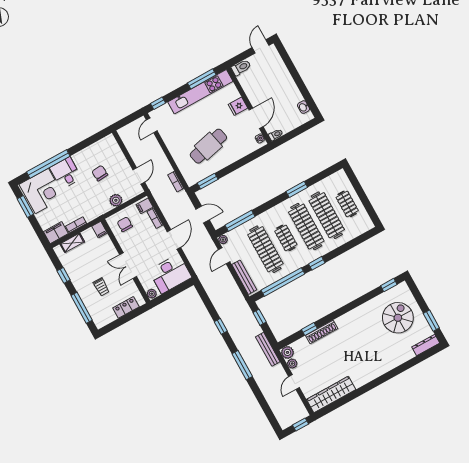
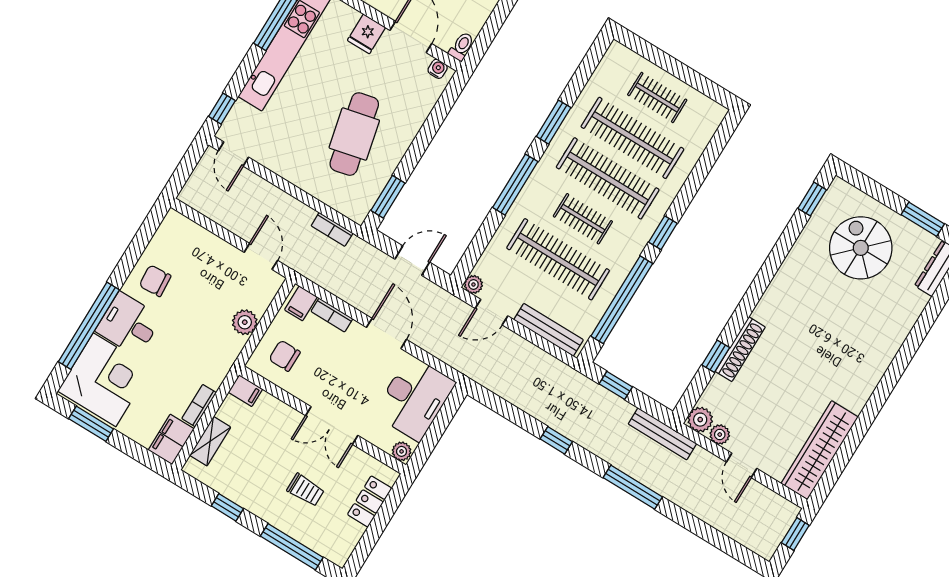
chair: (100, 173) -> (155, 281), moved
window: (240, 221) -> (515, 185), moved
door: (224, 256) -> (492, 312), hinge flipped

